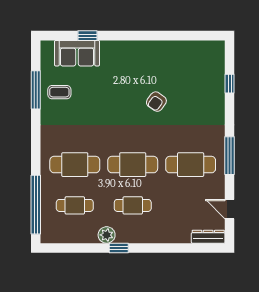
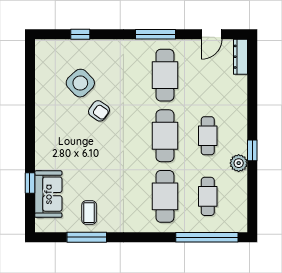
side table: (183, 84) -> (80, 83), added

